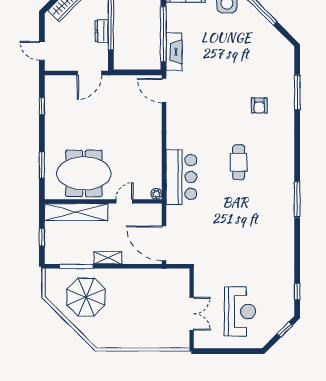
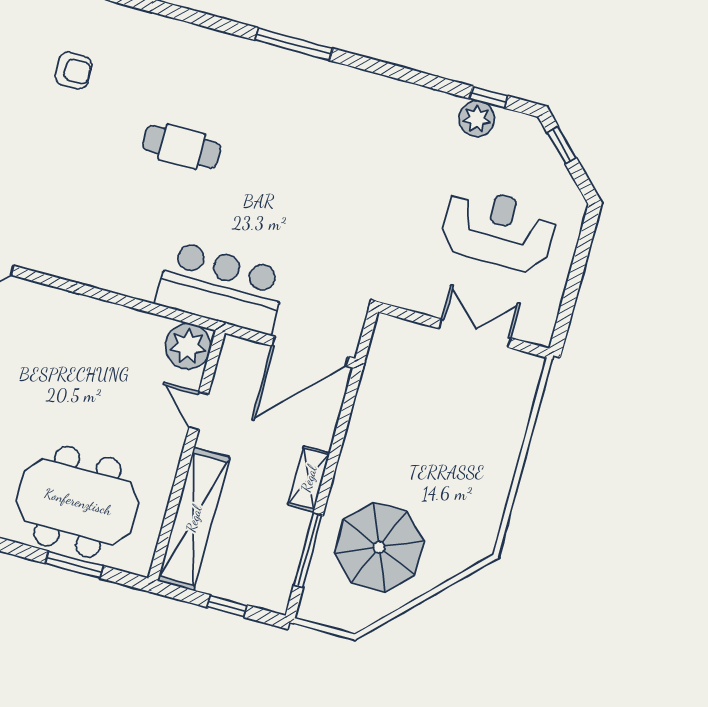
meeting table: (84, 173) -> (78, 502), moved, turned 90
bar counter: (181, 177) -> (221, 288), moved
plant: (156, 194) -> (188, 346), width x1.88, depth x1.88
plant: (286, 289) -> (477, 119), added

